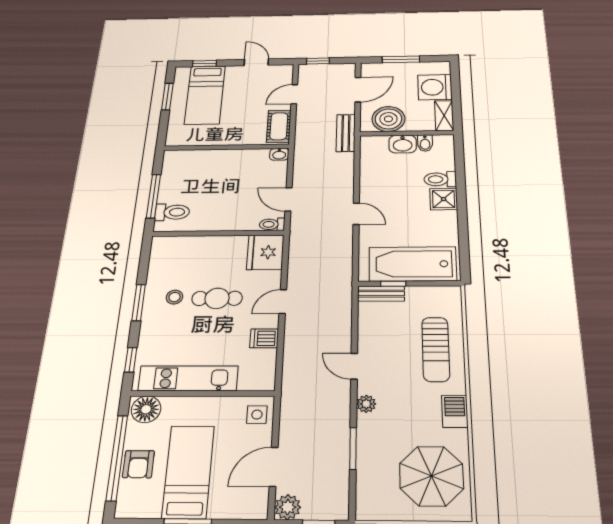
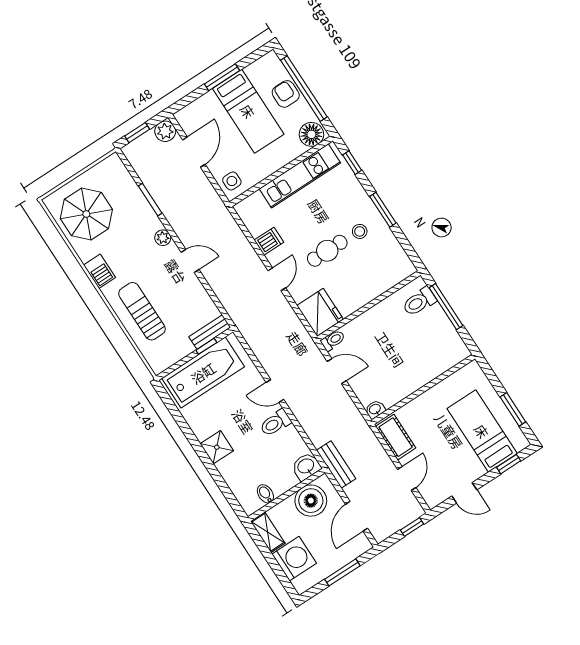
washbasin: (403, 144) -> (306, 466), moved
toilet: (440, 179) -> (275, 423), moved, turned 180

